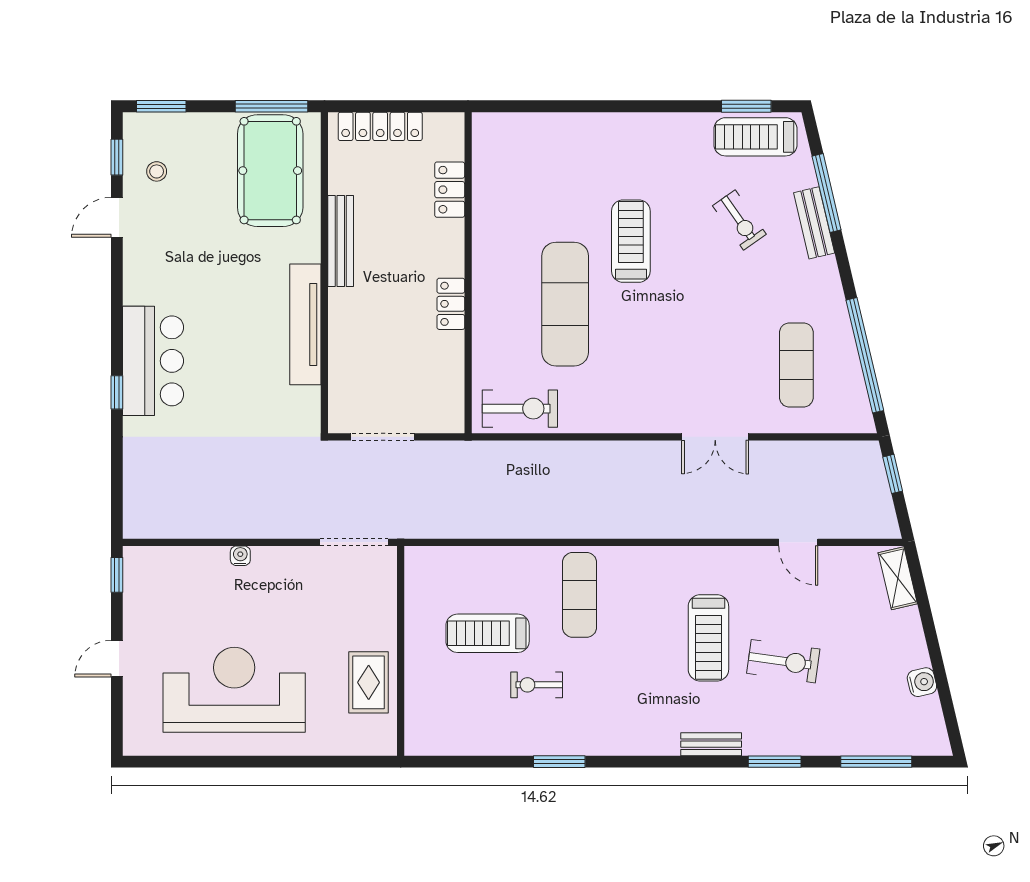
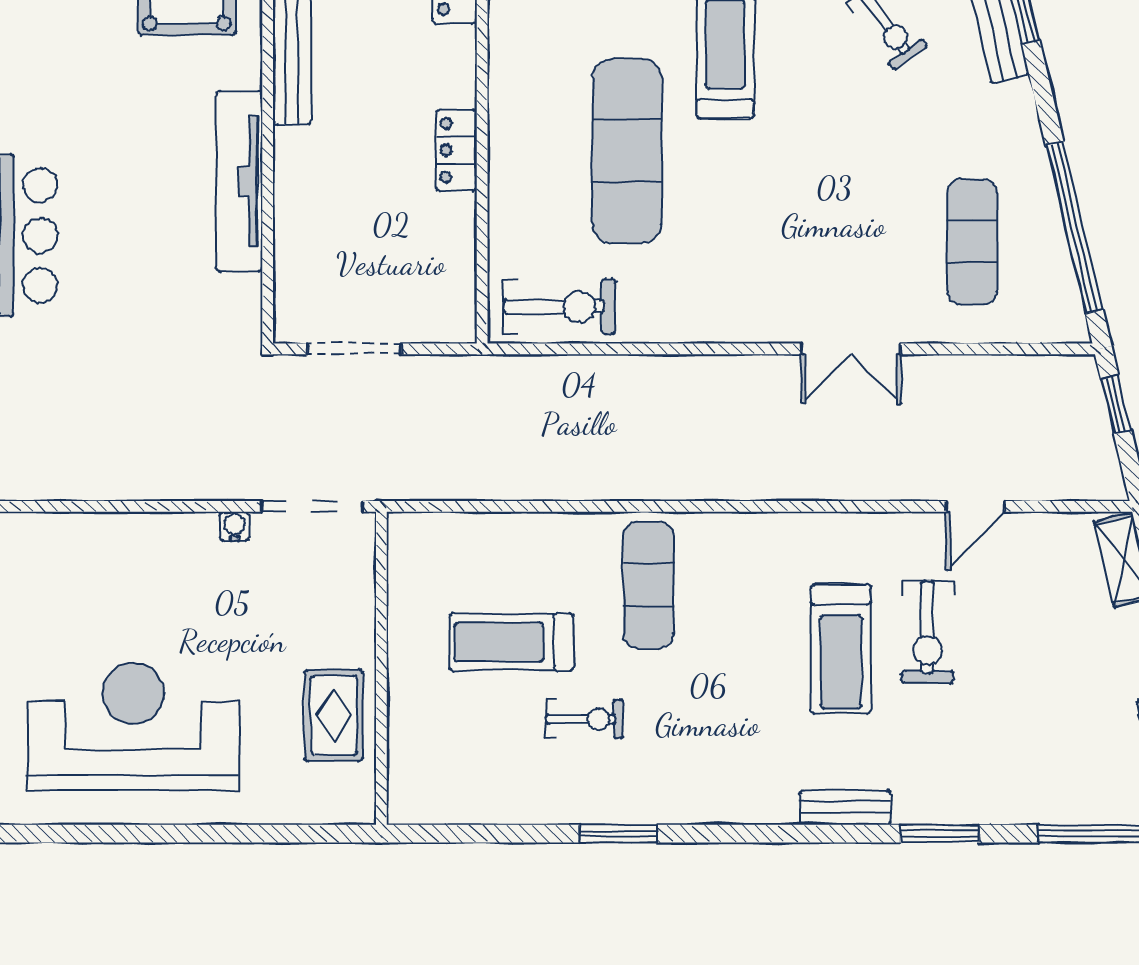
door: (798, 542) -> (975, 506), hinge flipped
water cooler: (240, 556) -> (235, 526), moved
exercise bike: (783, 661) -> (927, 632), moved, turned 82
exercise bike: (537, 685) -> (585, 719), turned 180

